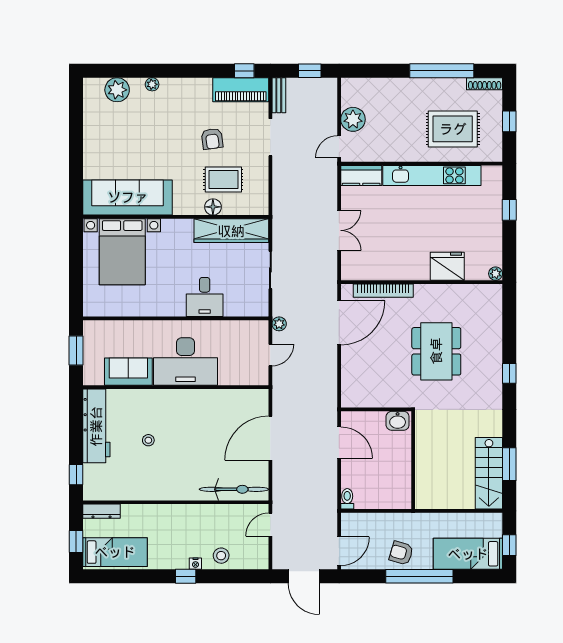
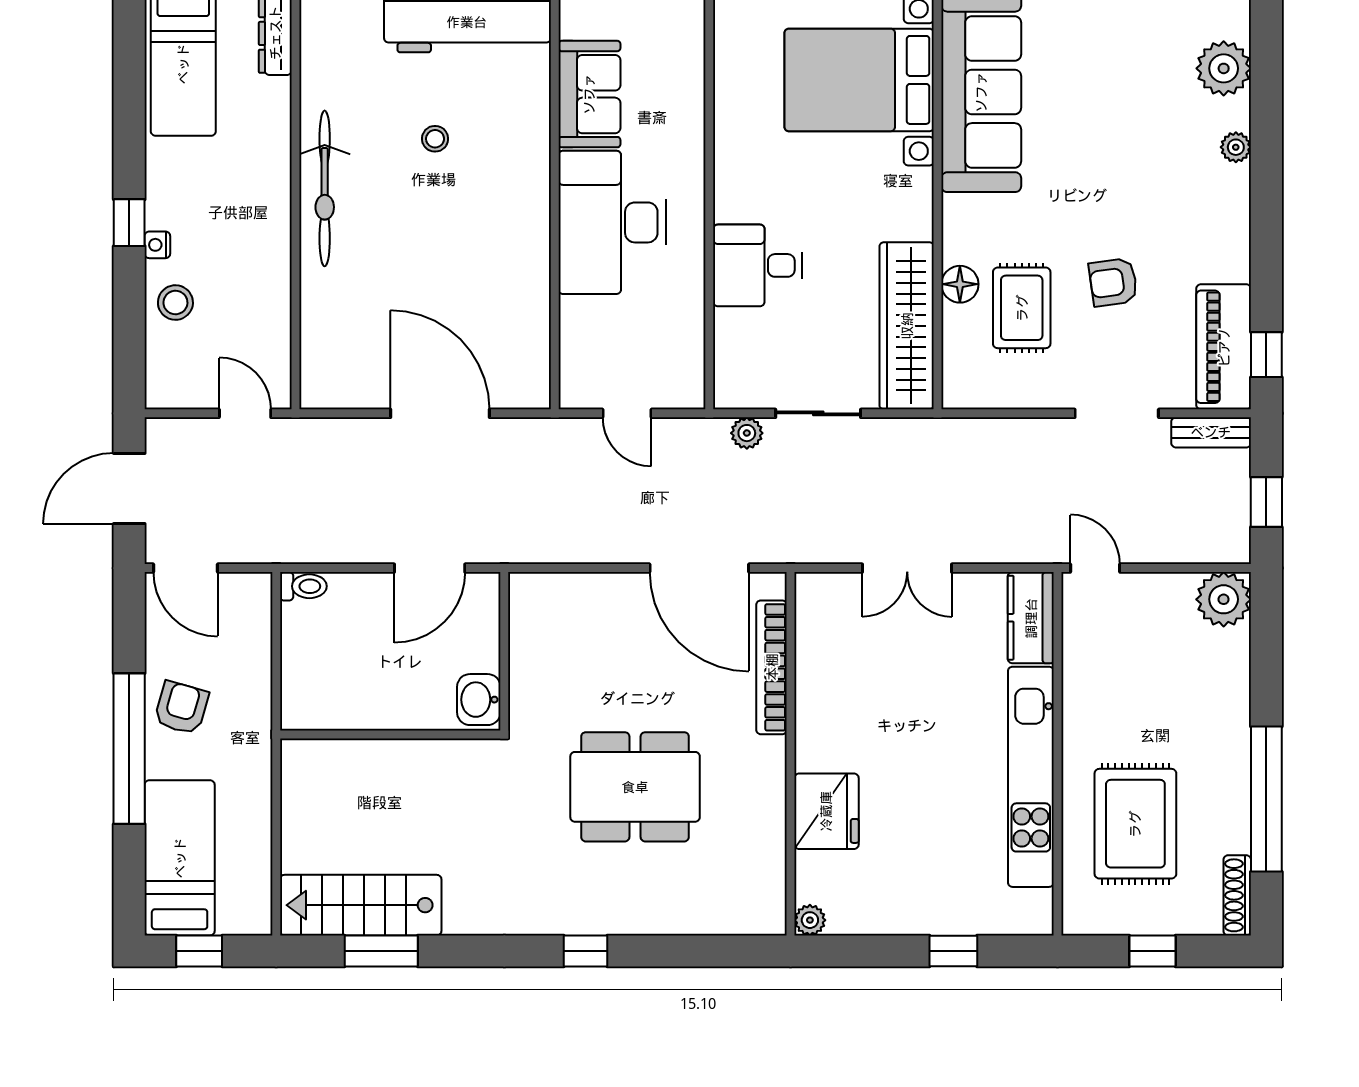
plant: (353, 119) -> (1224, 599), moved
plant: (279, 324) -> (747, 433), moved
bicycle: (234, 489) -> (325, 188), moved

